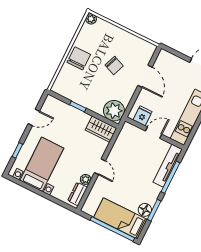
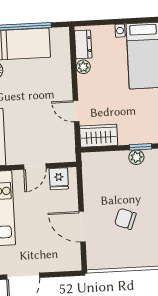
plant: (114, 111) -> (136, 157), moved, width x0.53, depth x0.53
door: (100, 167) -> (76, 111), moved

